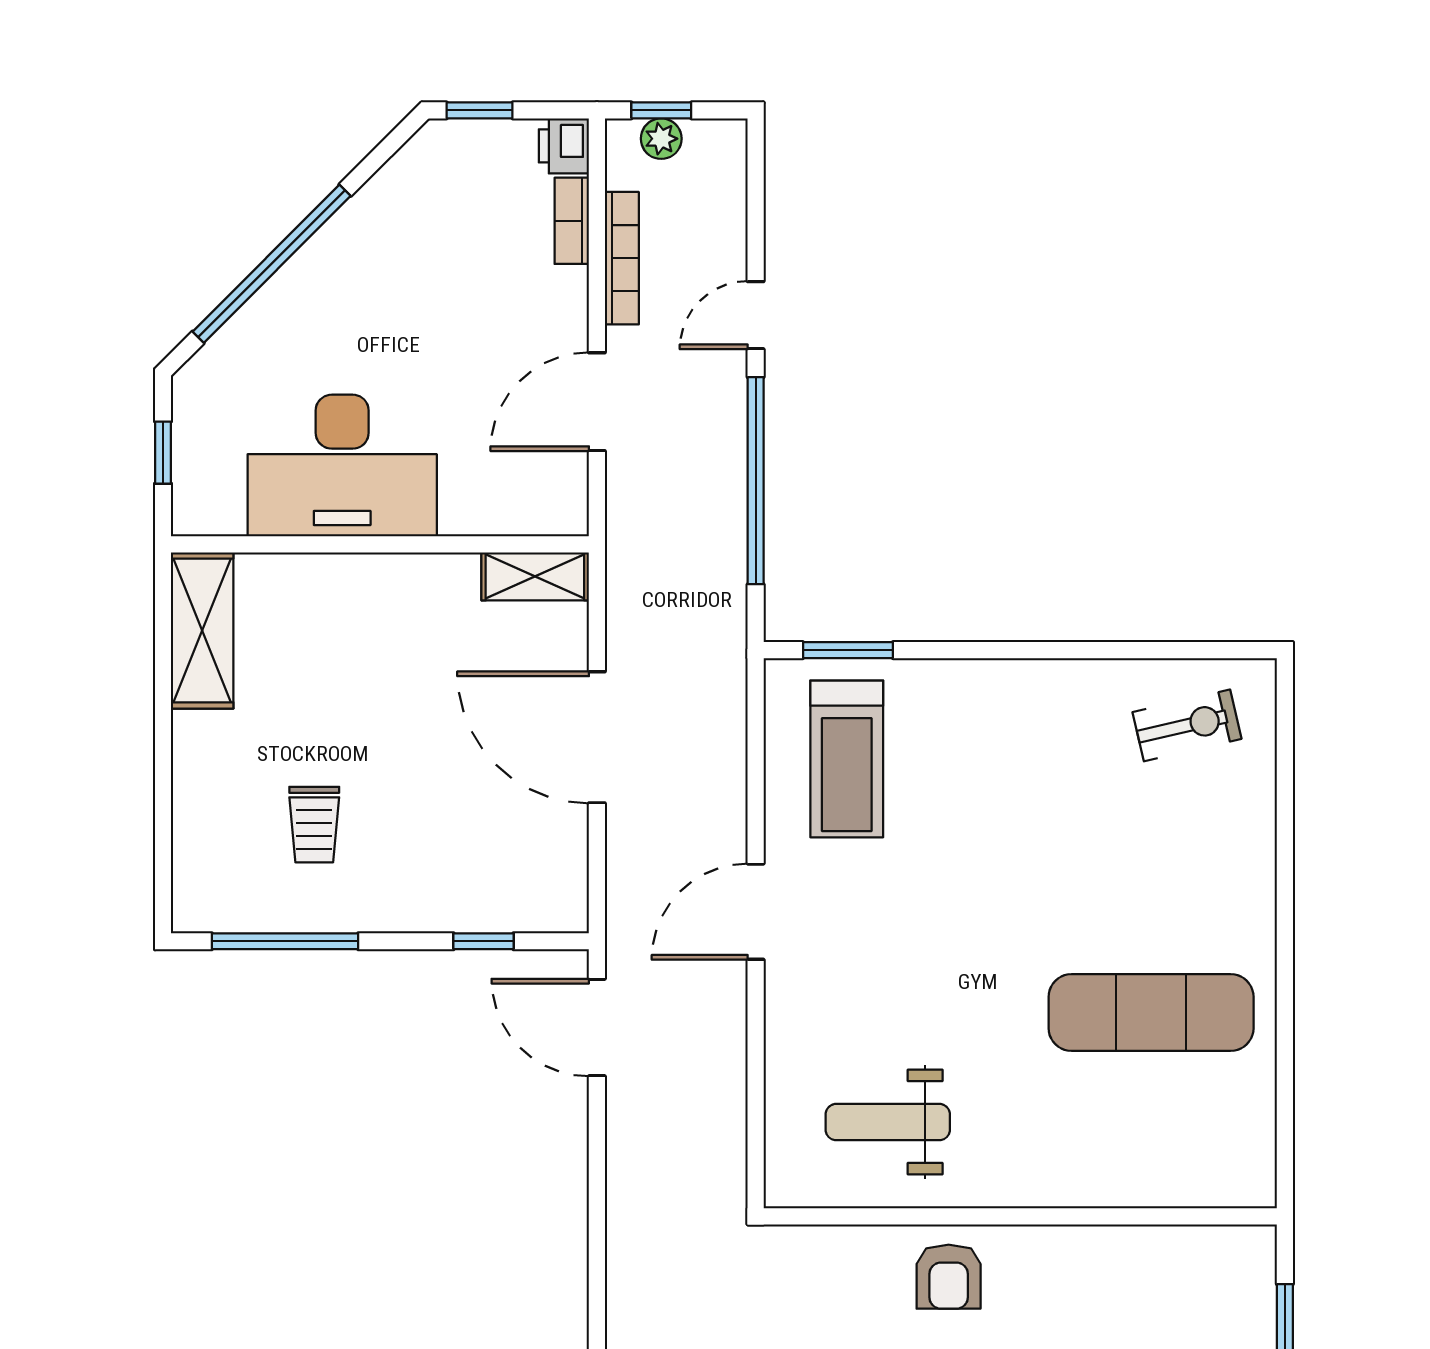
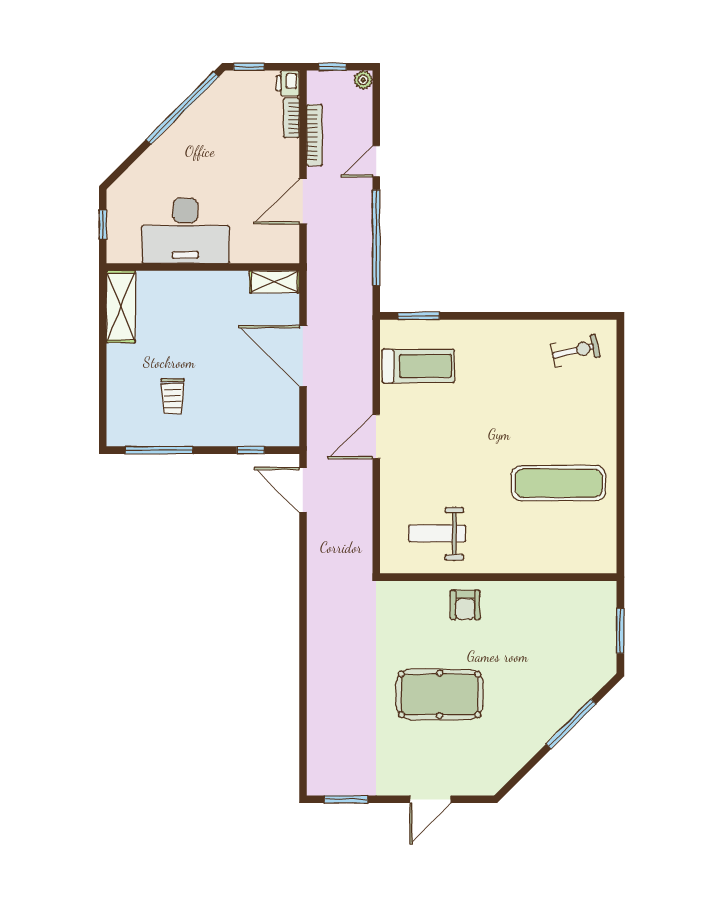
plant: (661, 139) -> (363, 80), moved
window: (272, 264) -> (182, 108), moved
treadmill: (847, 759) -> (418, 366), turned -90

